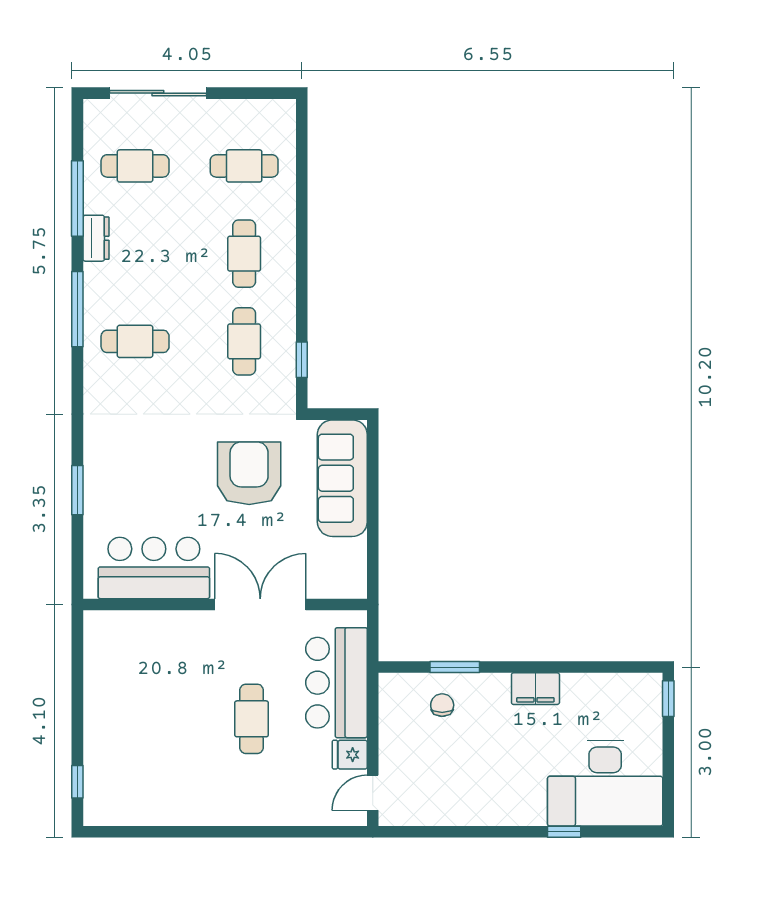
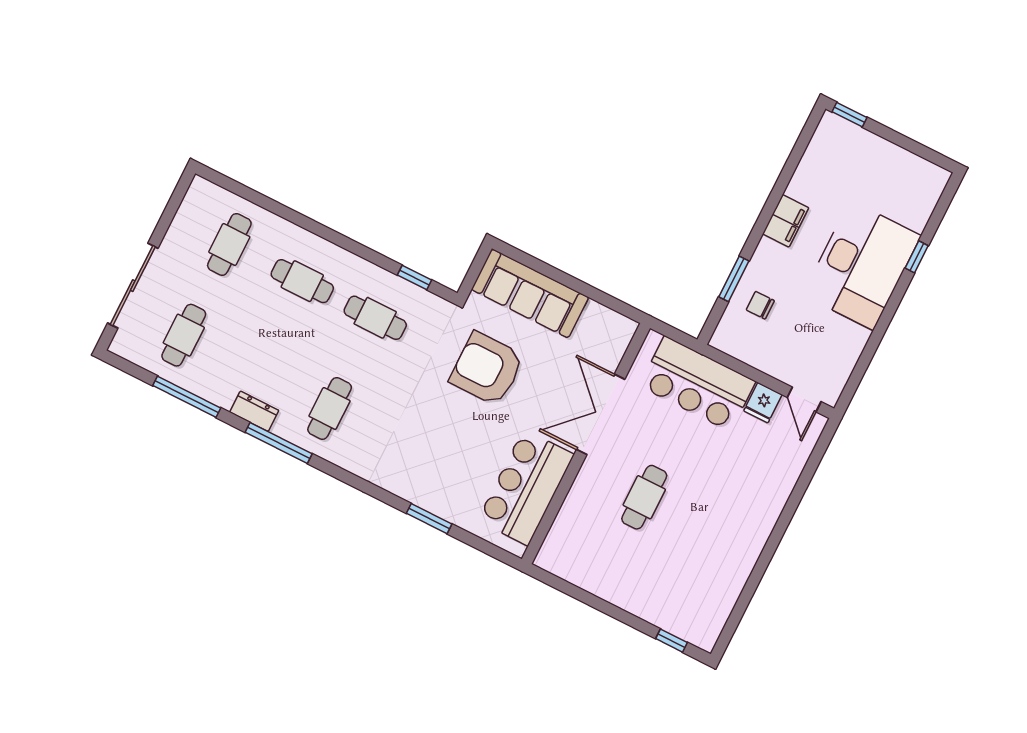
dresser: (96, 238) -> (254, 411), moved
cafe table: (252, 719) -> (644, 497), moved, turned 90
desk: (605, 783) -> (862, 265), moved

